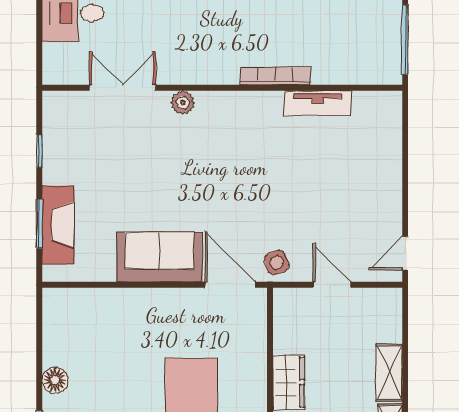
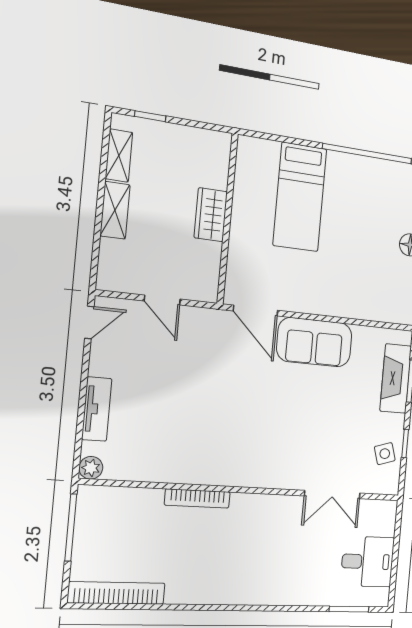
plant: (183, 103) -> (91, 468), moved
tv unit: (318, 103) -> (97, 409), moved, turned 90
side table: (277, 263) -> (385, 454), moved

